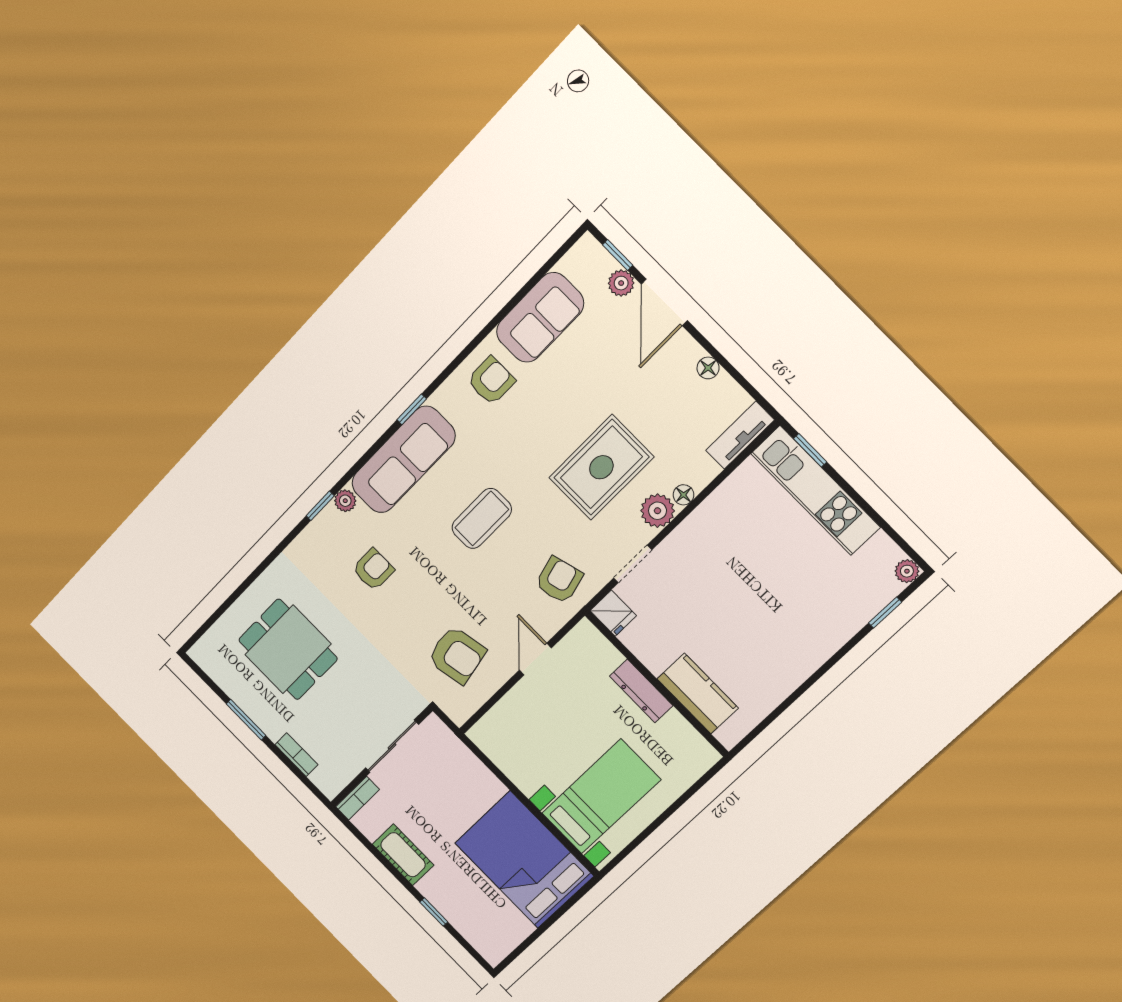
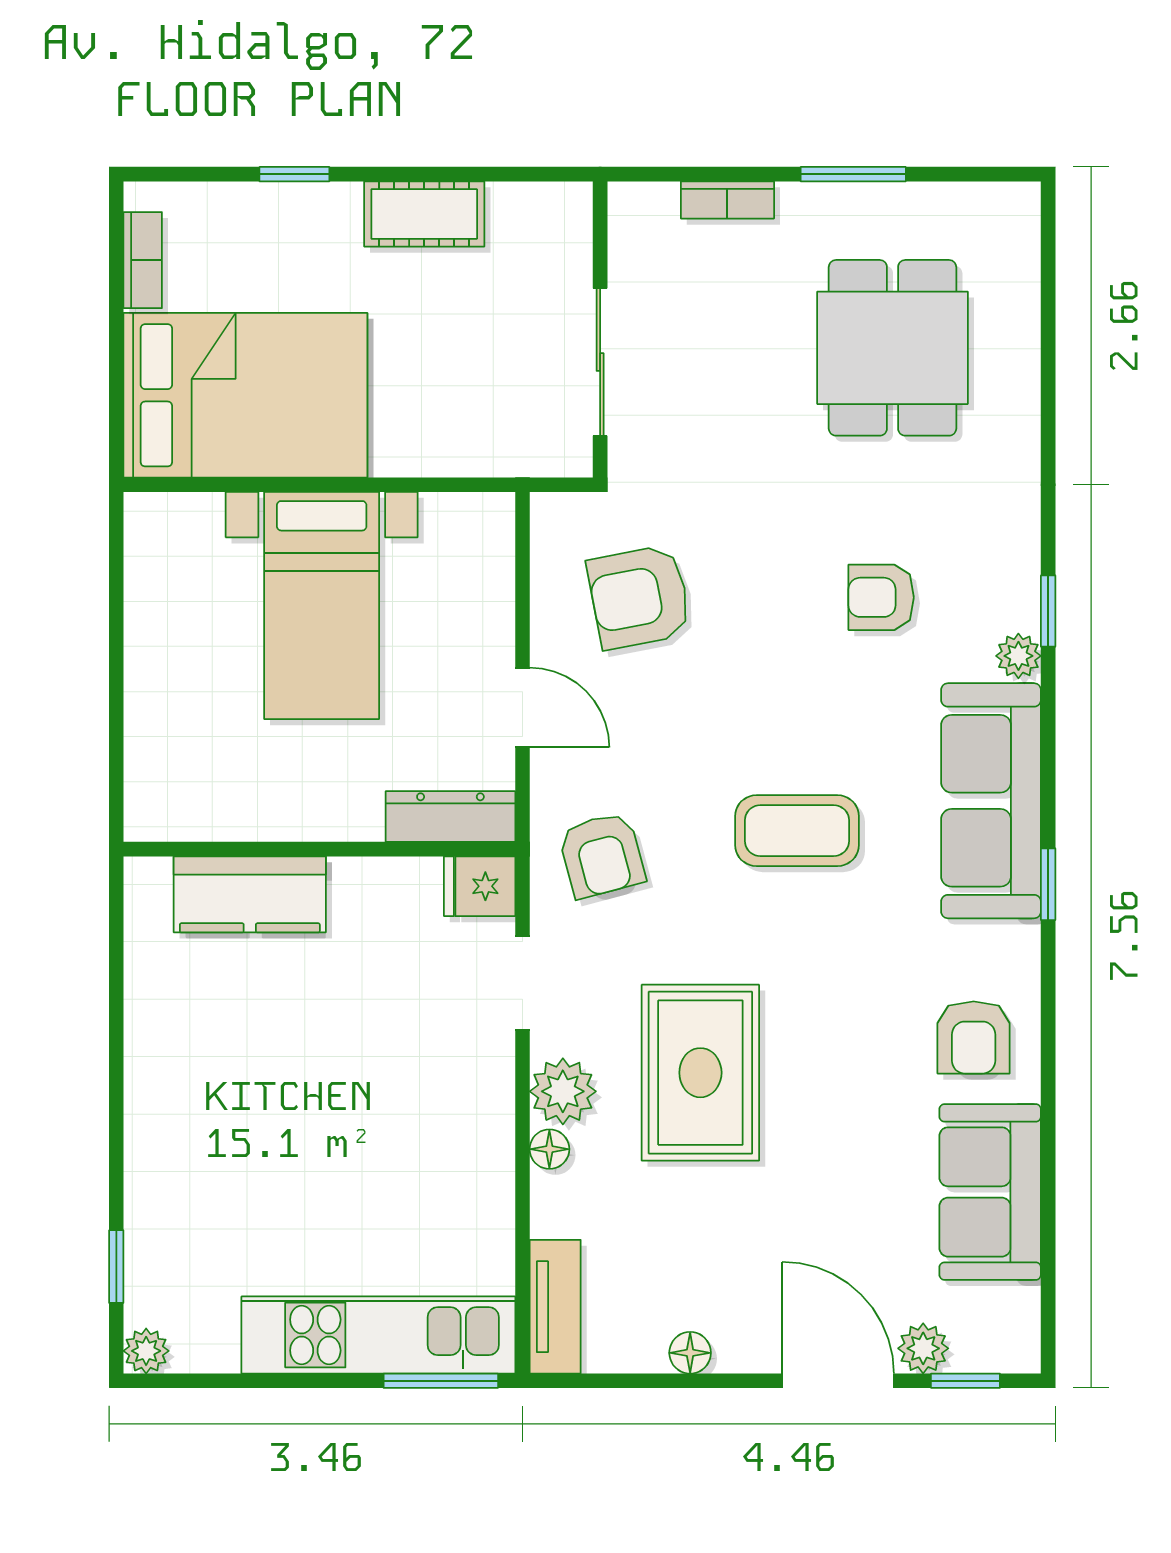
window: (810, 450) -> (441, 1381), width x1.50
coffee table: (482, 519) -> (797, 831), turned 90
armchair: (373, 569) -> (881, 597), turned 90
dining table: (288, 649) -> (893, 348), turned 90
dresser: (641, 691) -> (450, 817), moved
bed with nightstands: (601, 796) -> (322, 605), moved
bookcase: (358, 798) -> (143, 260), moved, turned 180

